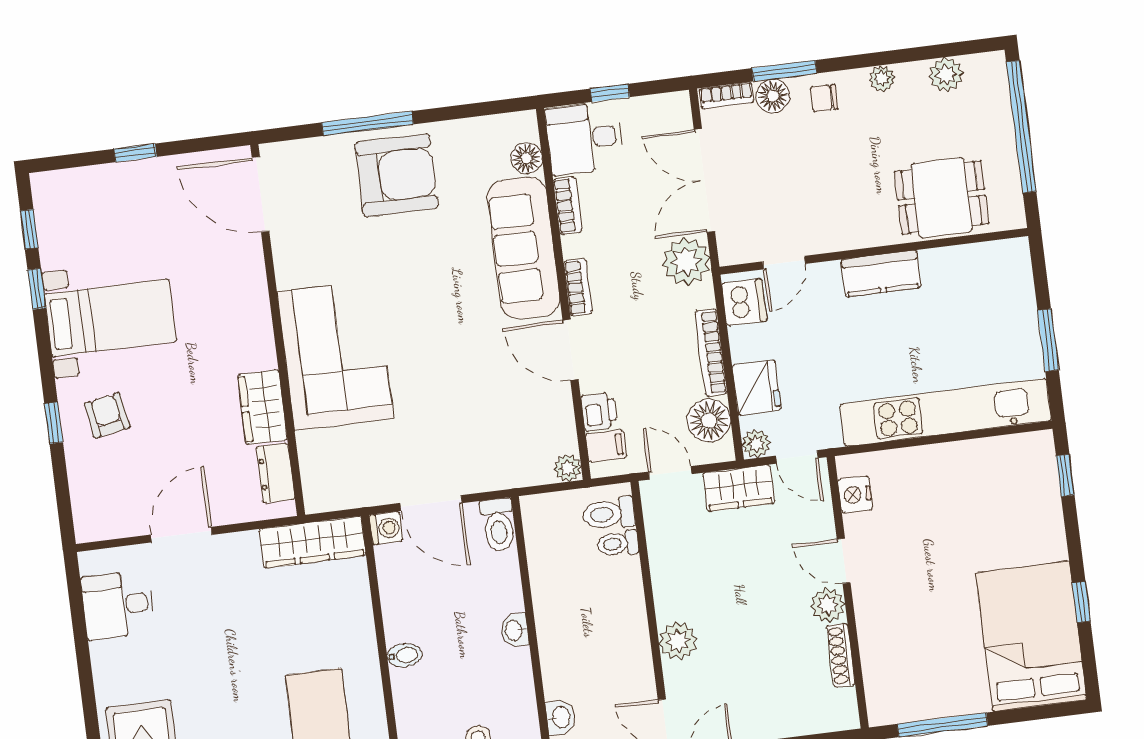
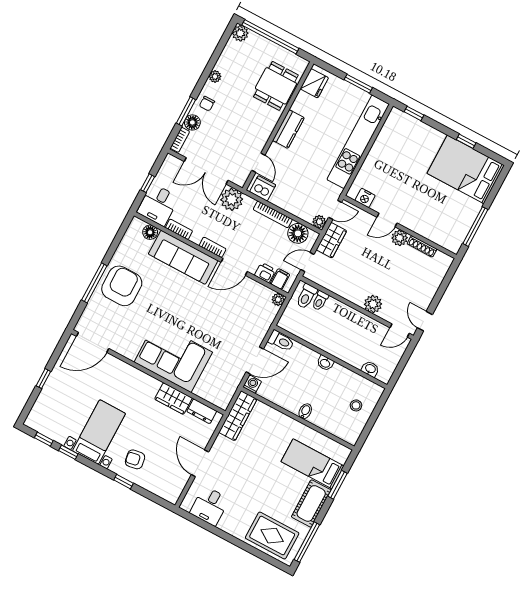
plant: (946, 75) -> (240, 33), moved
fridge: (757, 387) -> (314, 83), moved, turned 90

